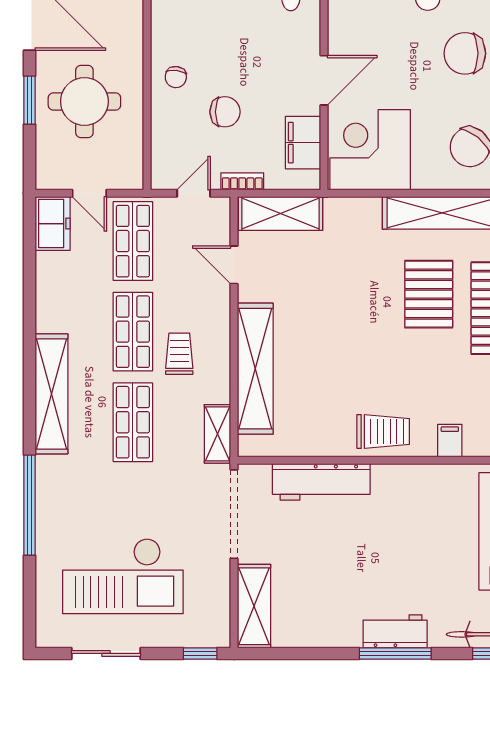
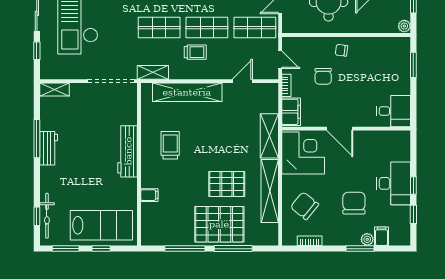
filing cabinet: (303, 143) -> (291, 112), moved, turned 90
shelving: (280, 213) -> (269, 136), moved
trolley: (383, 431) -> (170, 145), moved, turned 180
workbench: (321, 482) -> (128, 151), moved
shelving: (254, 606) -> (55, 89), width x0.67, depth x0.75
workbench: (395, 631) -> (49, 148), moved
window: (200, 653) -> (37, 51), moved
window: (395, 653) -> (37, 139), moved

